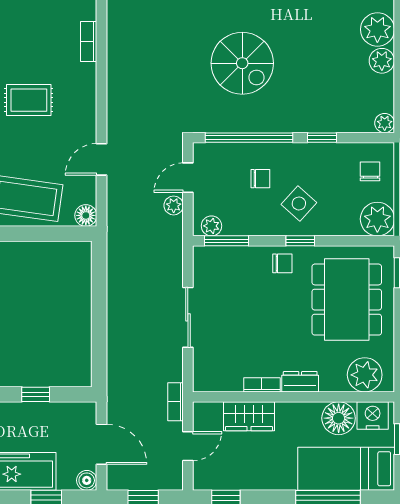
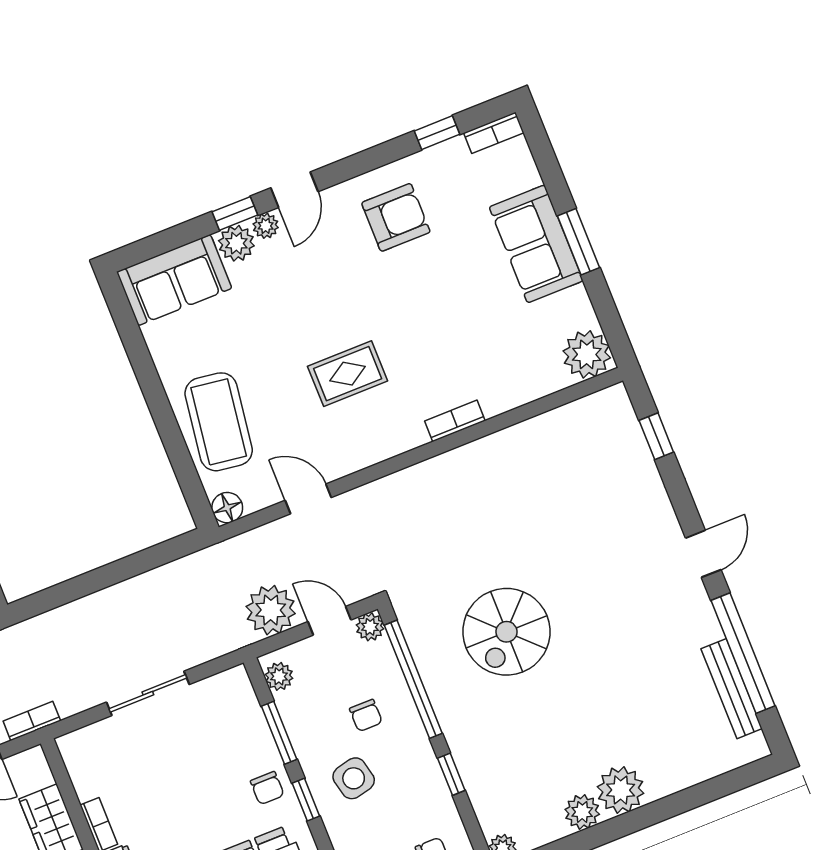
rug: (29, 100) -> (348, 374), turned 90
plant: (203, 152) -> (370, 627), added
side table: (299, 203) -> (354, 778), turned 35
plant: (174, 205) -> (271, 610), width x1.88, depth x1.88
window: (226, 241) -> (279, 733), moved

